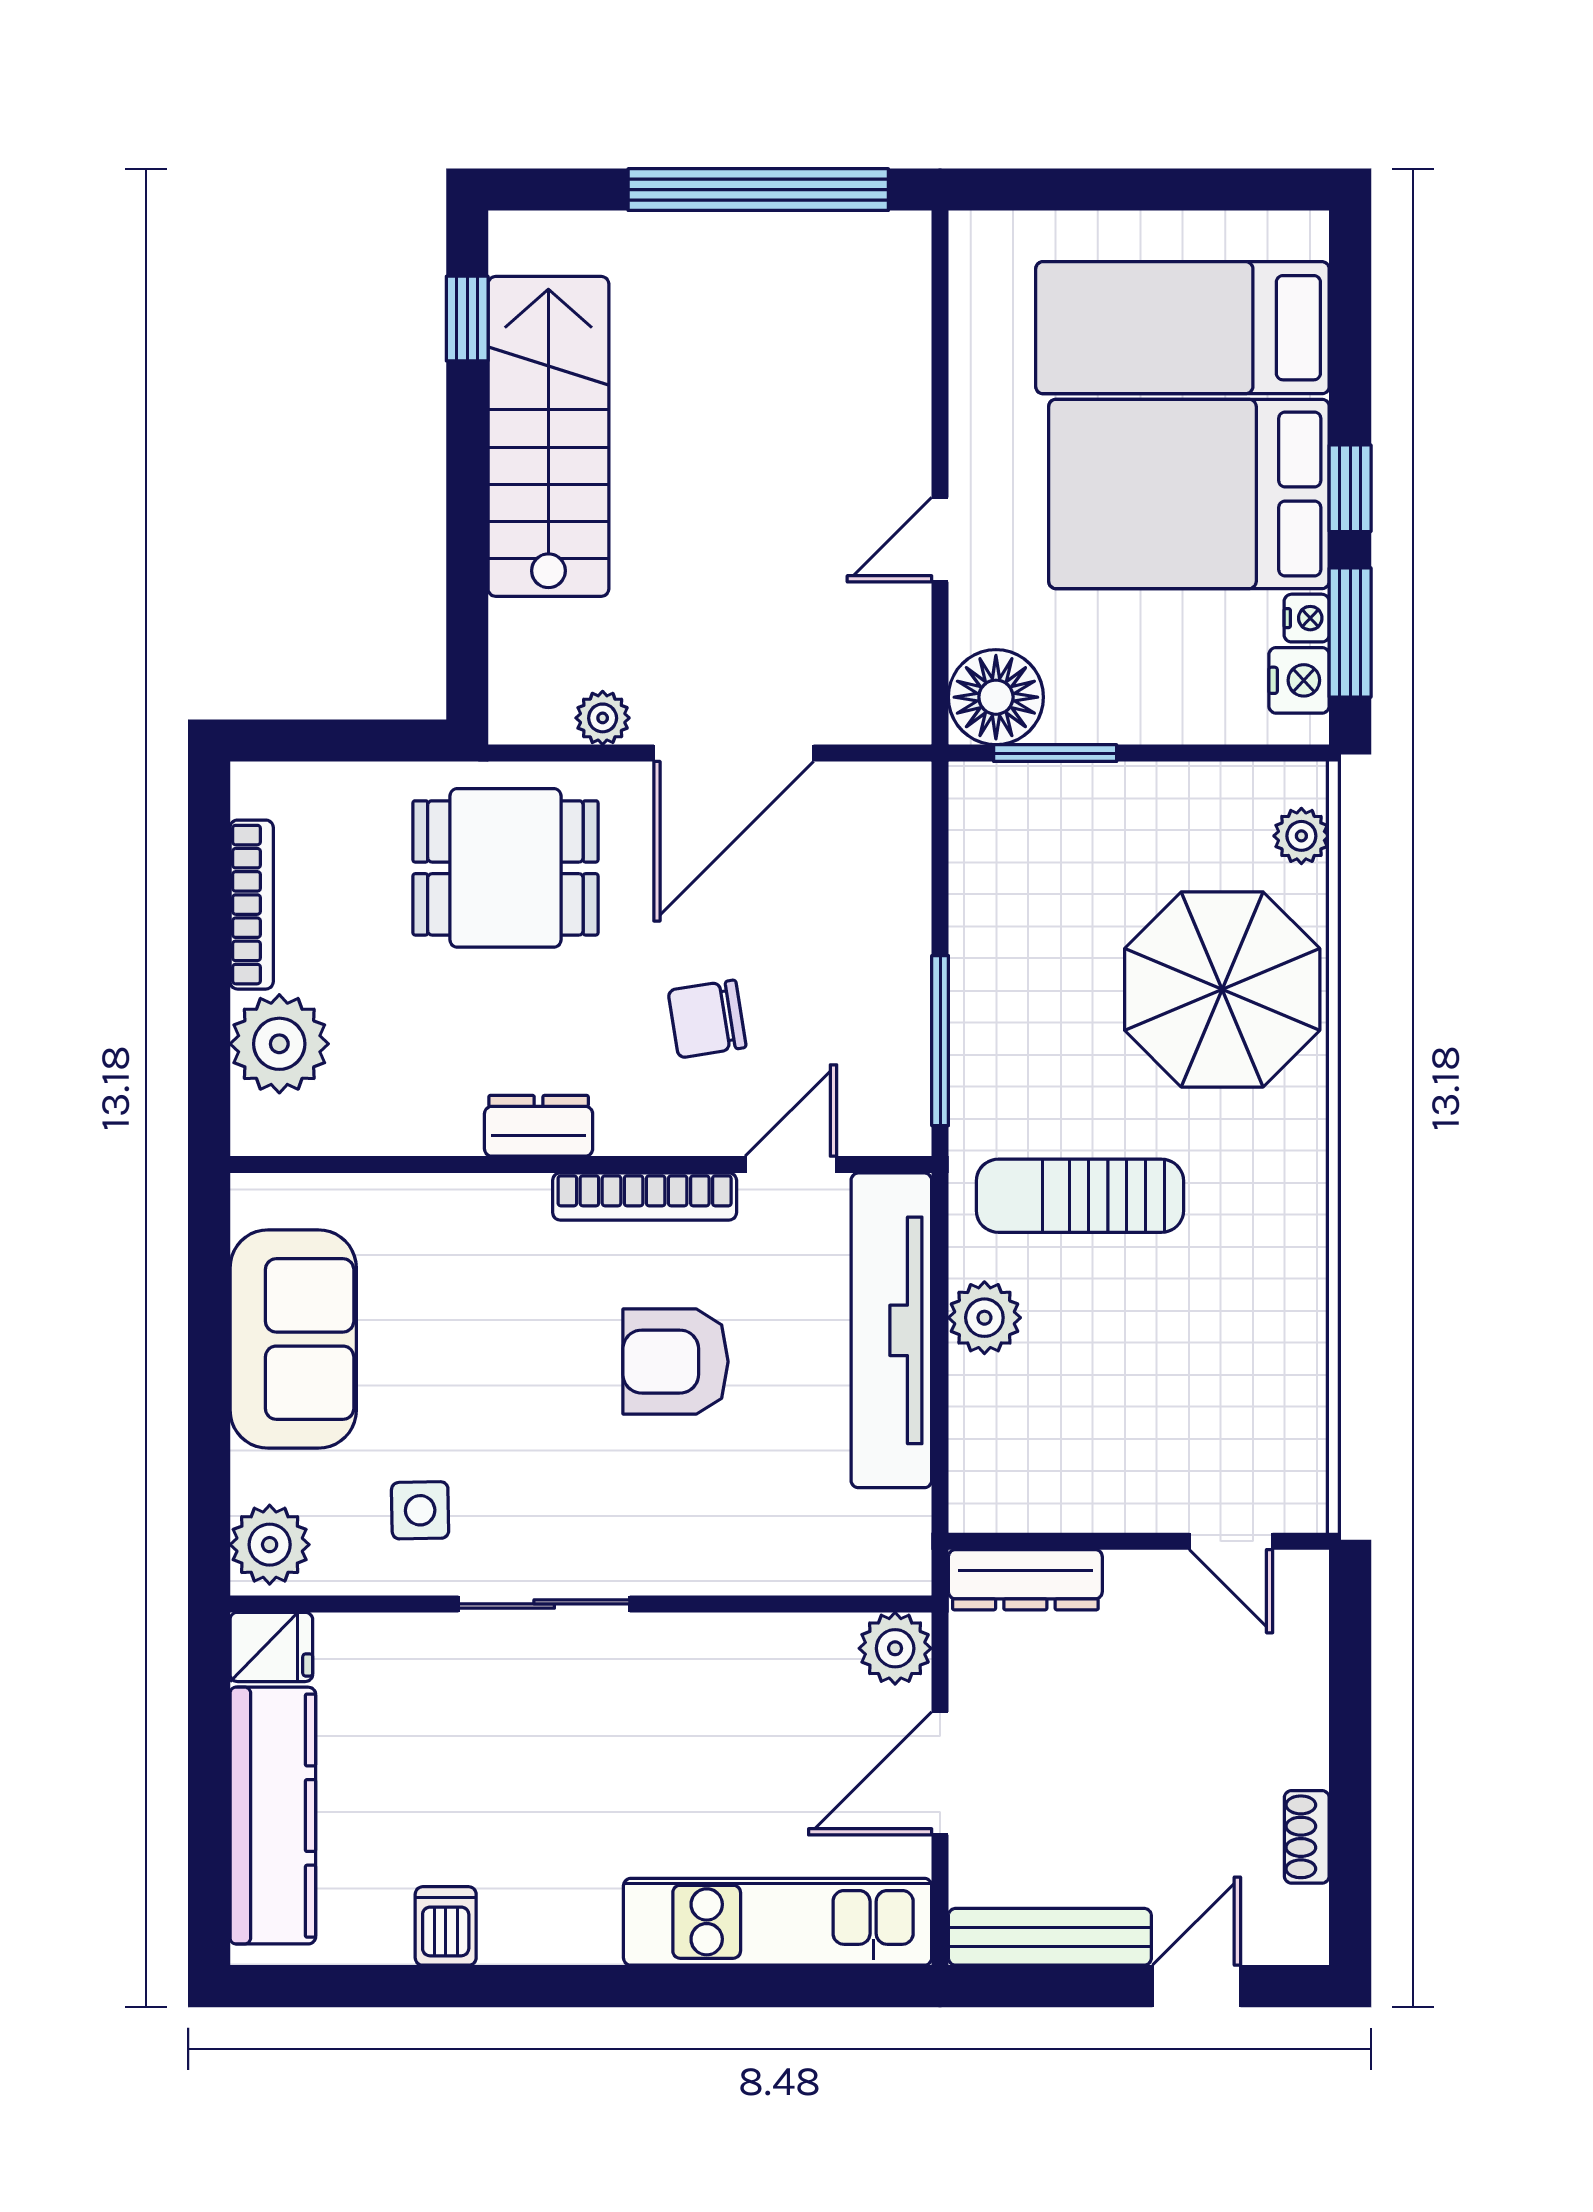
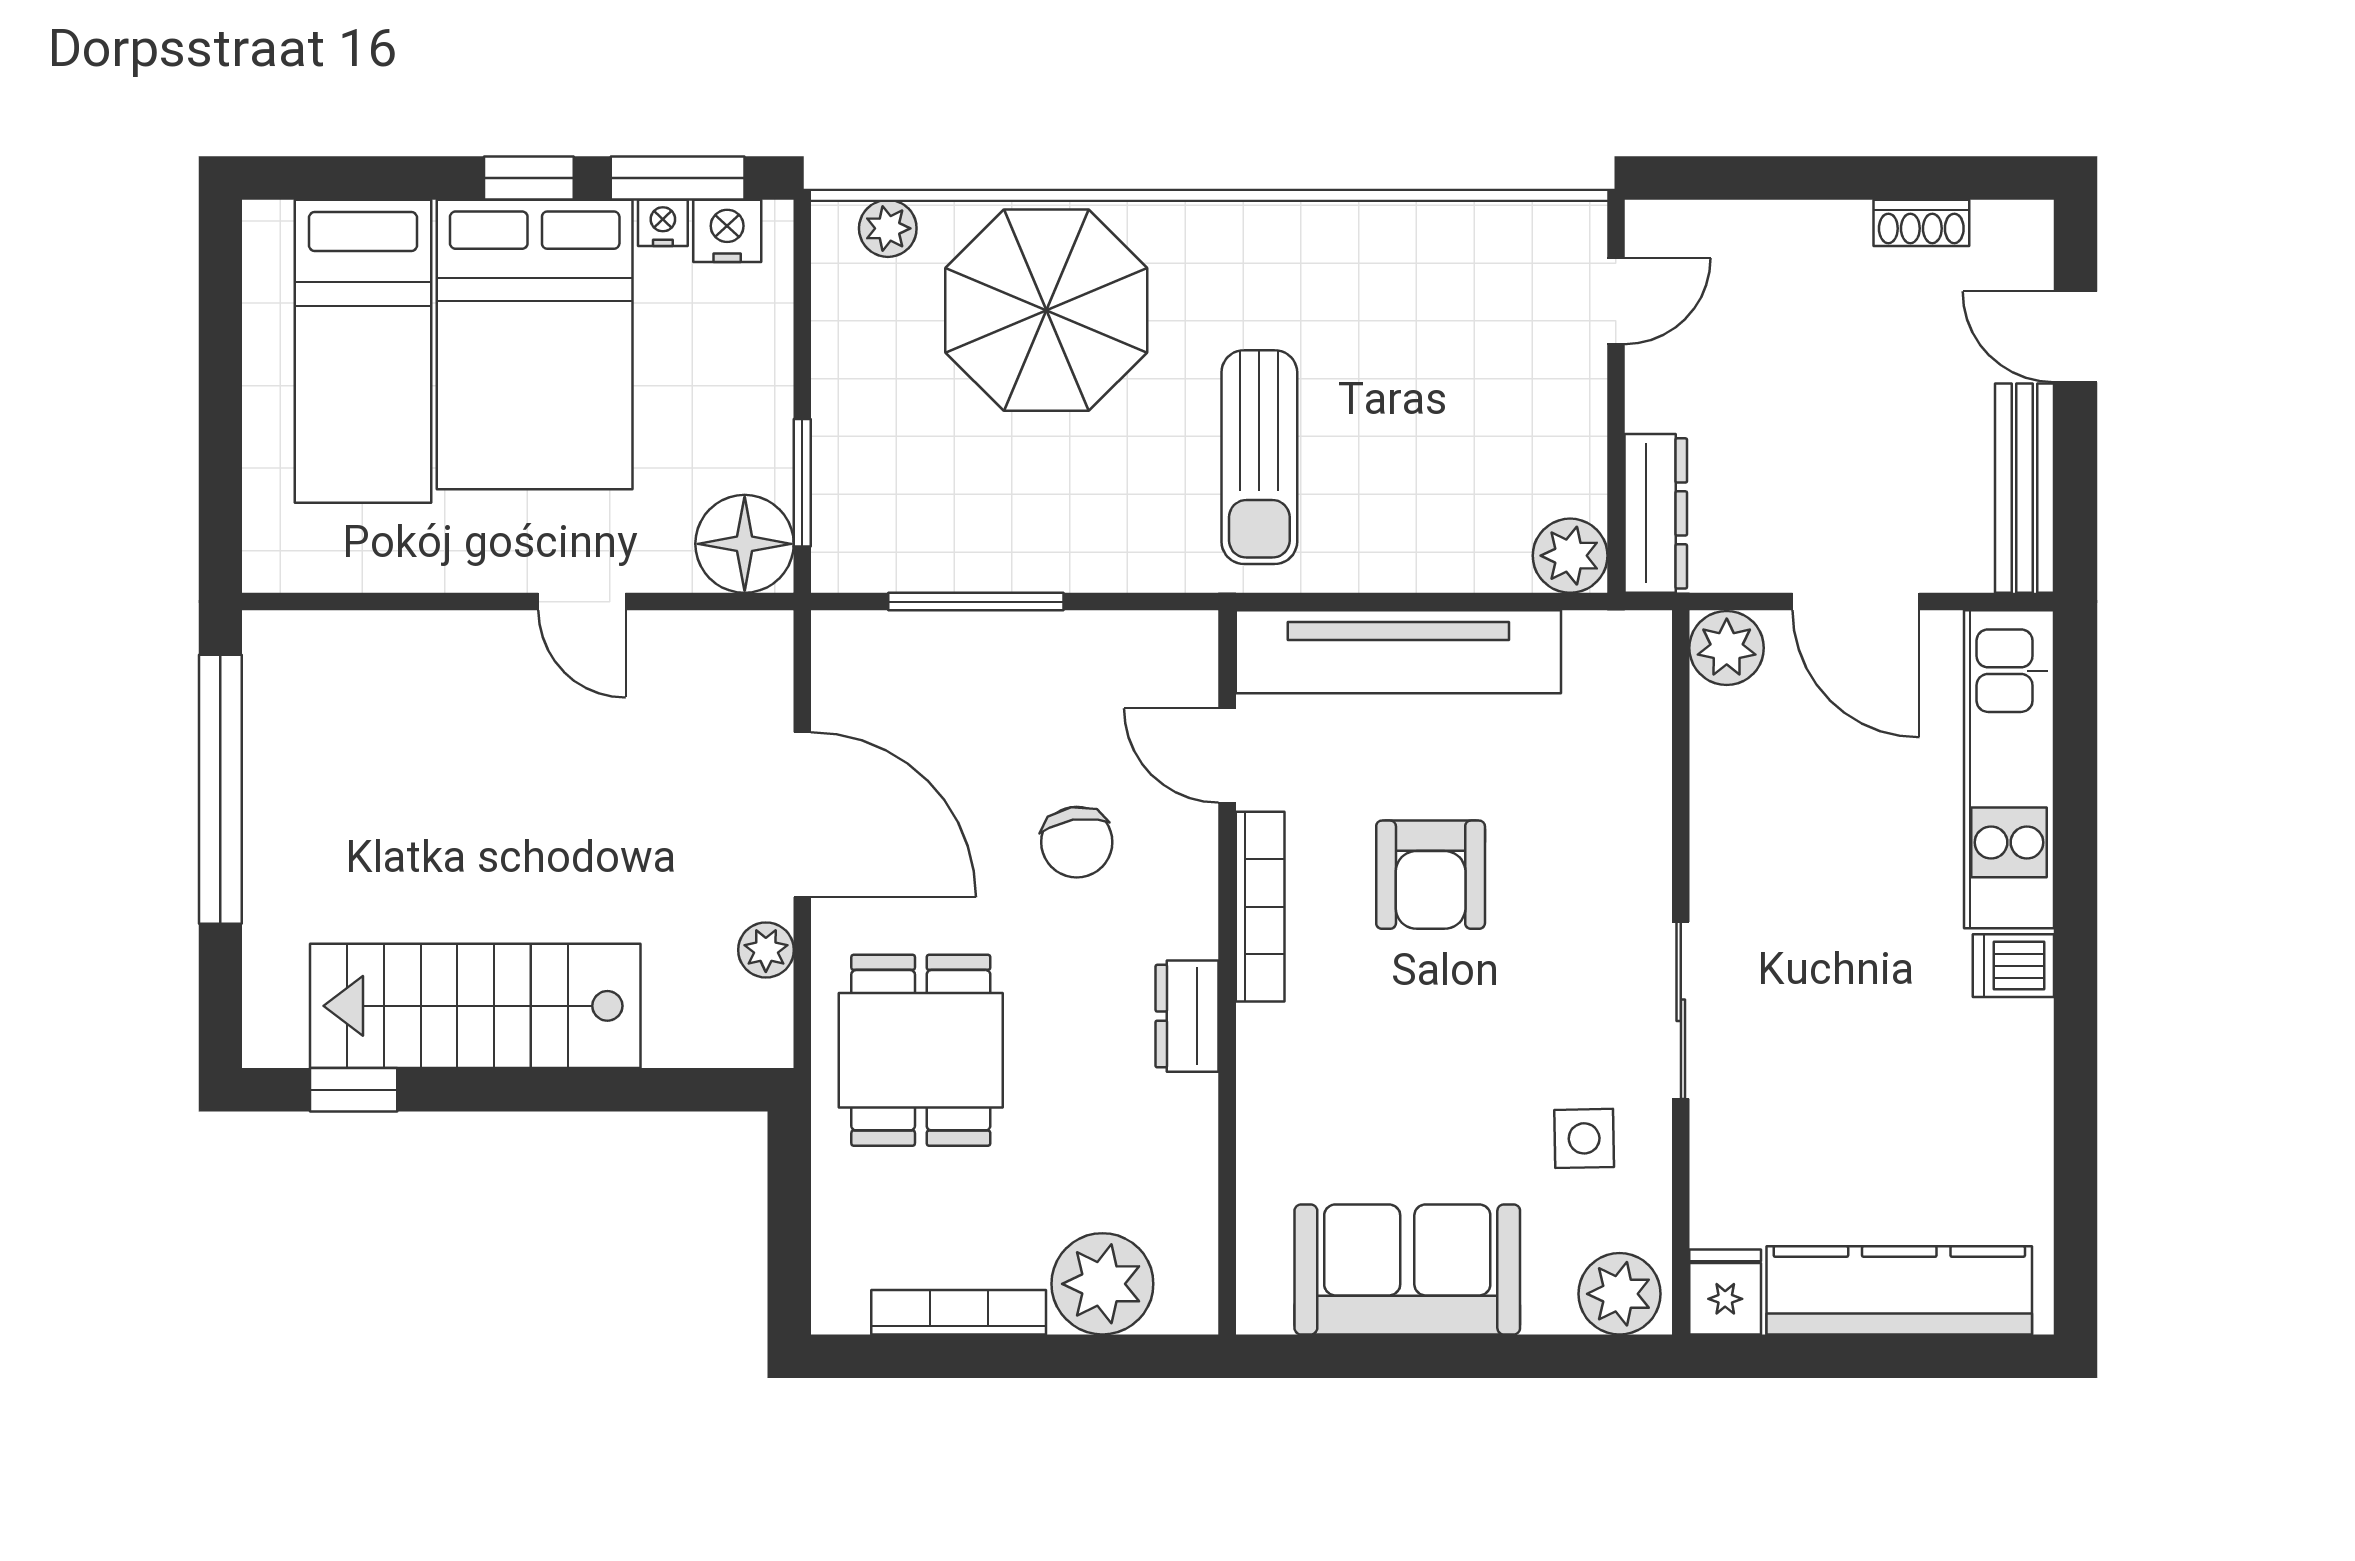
window: (940, 1041) -> (976, 602), moved
plant: (984, 1318) -> (1570, 556), moved
dishwasher: (446, 1926) -> (2013, 966), moved

